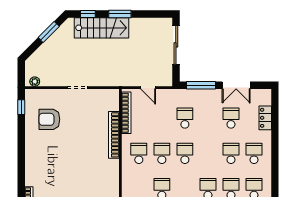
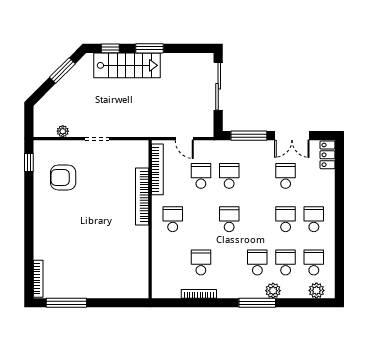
plant: (35, 82) -> (63, 131), moved
locker: (265, 118) -> (327, 155), moved
school desk: (162, 153) -> (201, 176), moved

